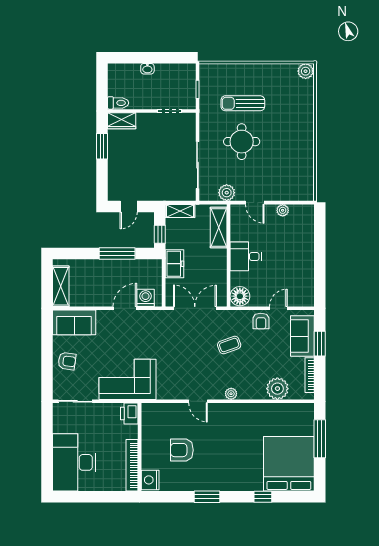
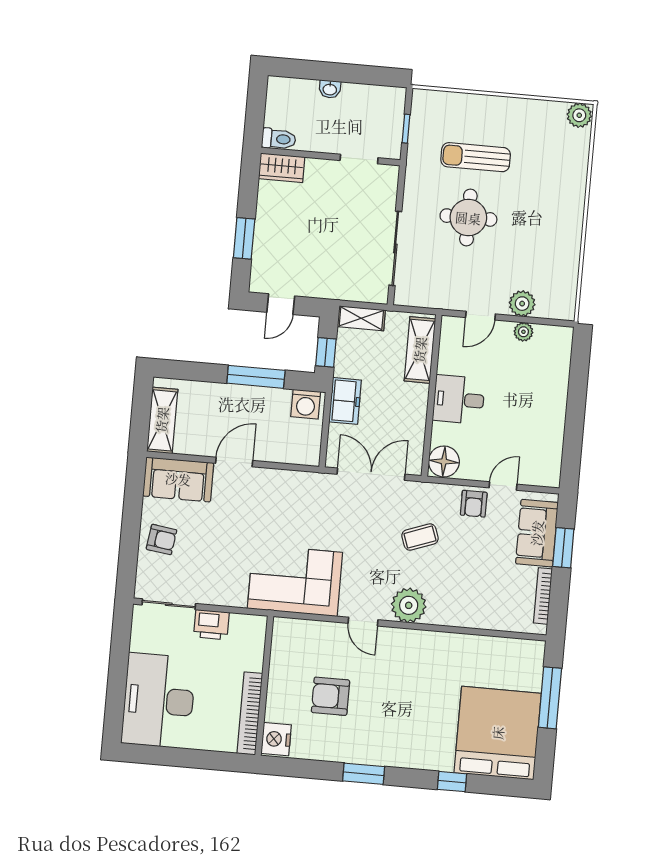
window: (102, 146) -> (244, 238), moved
plant: (227, 193) -> (522, 304), moved
door: (255, 203) -> (480, 316), hinge flipped
washing machine: (145, 298) -> (306, 404), moved, turned 180
door: (125, 308) -> (234, 462), moved
corner sofa: (127, 379) -> (295, 580), moved
plant: (277, 389) -> (490, 613), removed
plant: (231, 394) -> (409, 605), width x1.87, depth x1.87
printer: (129, 414) -> (211, 625), moved, turned -90

